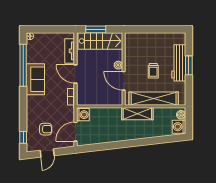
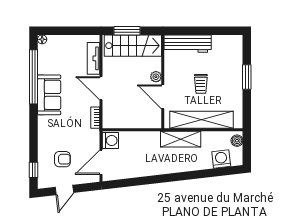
workbench: (179, 63) -> (188, 44), moved, turned -90
washing machine: (179, 127) -> (221, 159), moved, turned 83

